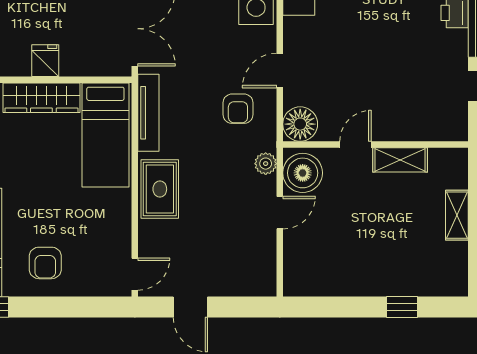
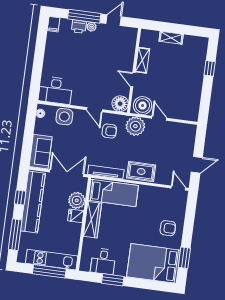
plant: (458, 40) -> (91, 27), added
plant: (79, 58) -> (77, 200), added
plant: (266, 164) -> (135, 126), width x1.87, depth x1.87

